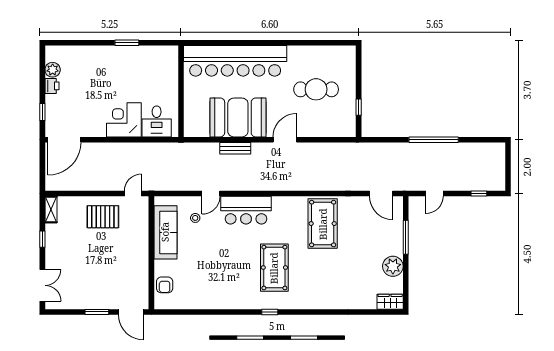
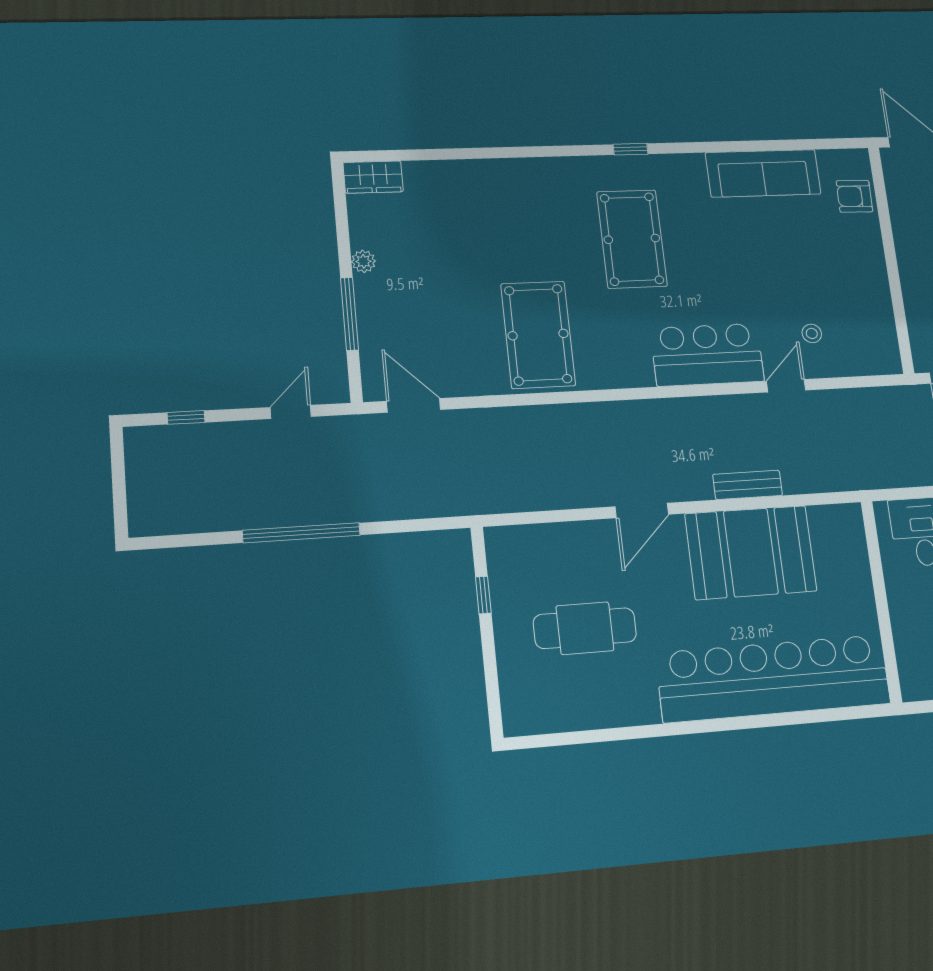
sofa: (165, 232) -> (763, 173), moved, turned -90
plant: (393, 266) -> (363, 261), width x0.53, depth x0.53
armchair: (165, 285) -> (854, 196), turned -89

